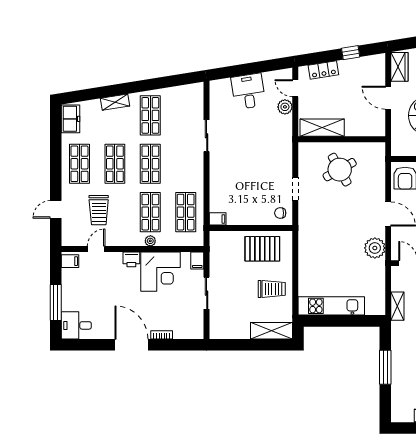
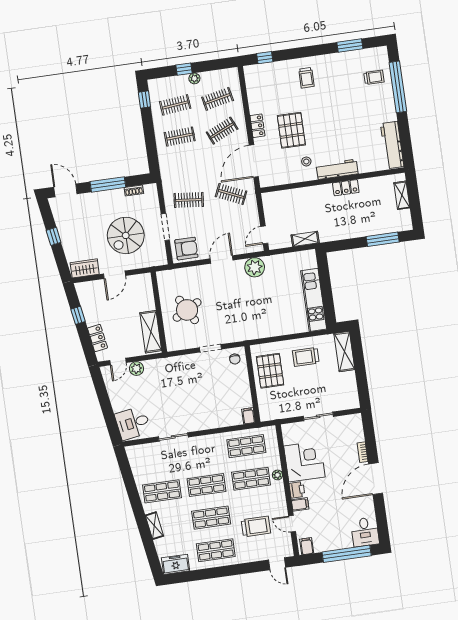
desk: (248, 91) -> (133, 423), moved
door: (56, 209) -> (277, 564), moved
filing cabinet: (197, 260) -> (300, 504), moved
trolley: (272, 289) -> (306, 357), turned -90
window: (56, 303) -> (347, 554), width x1.46
window: (385, 367) -> (383, 239), moved

